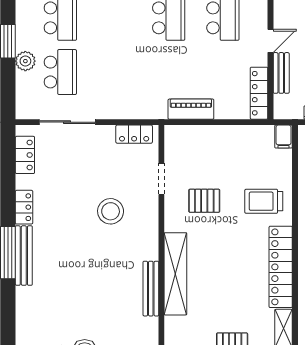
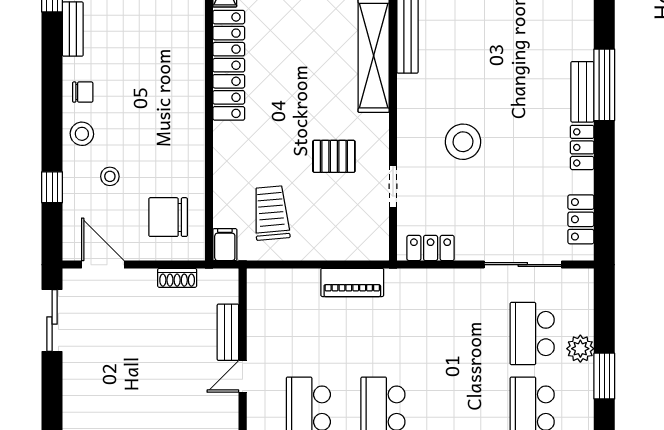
locker: (259, 93) -> (258, 304), removed
trolley: (264, 201) -> (271, 213), moved, turned -95
bench: (24, 256) -> (582, 92), width x0.73

